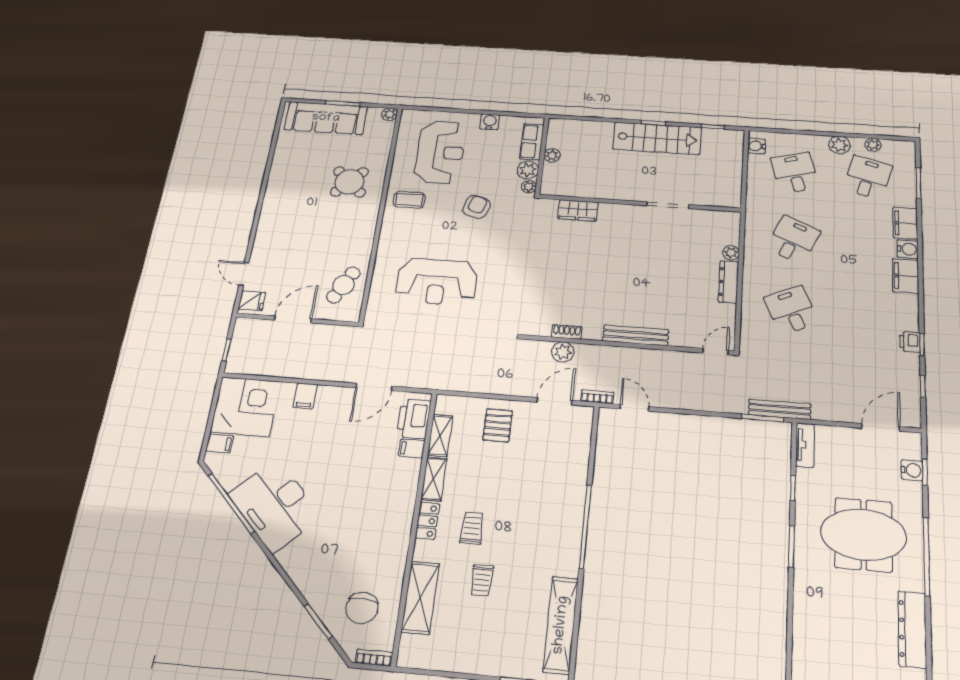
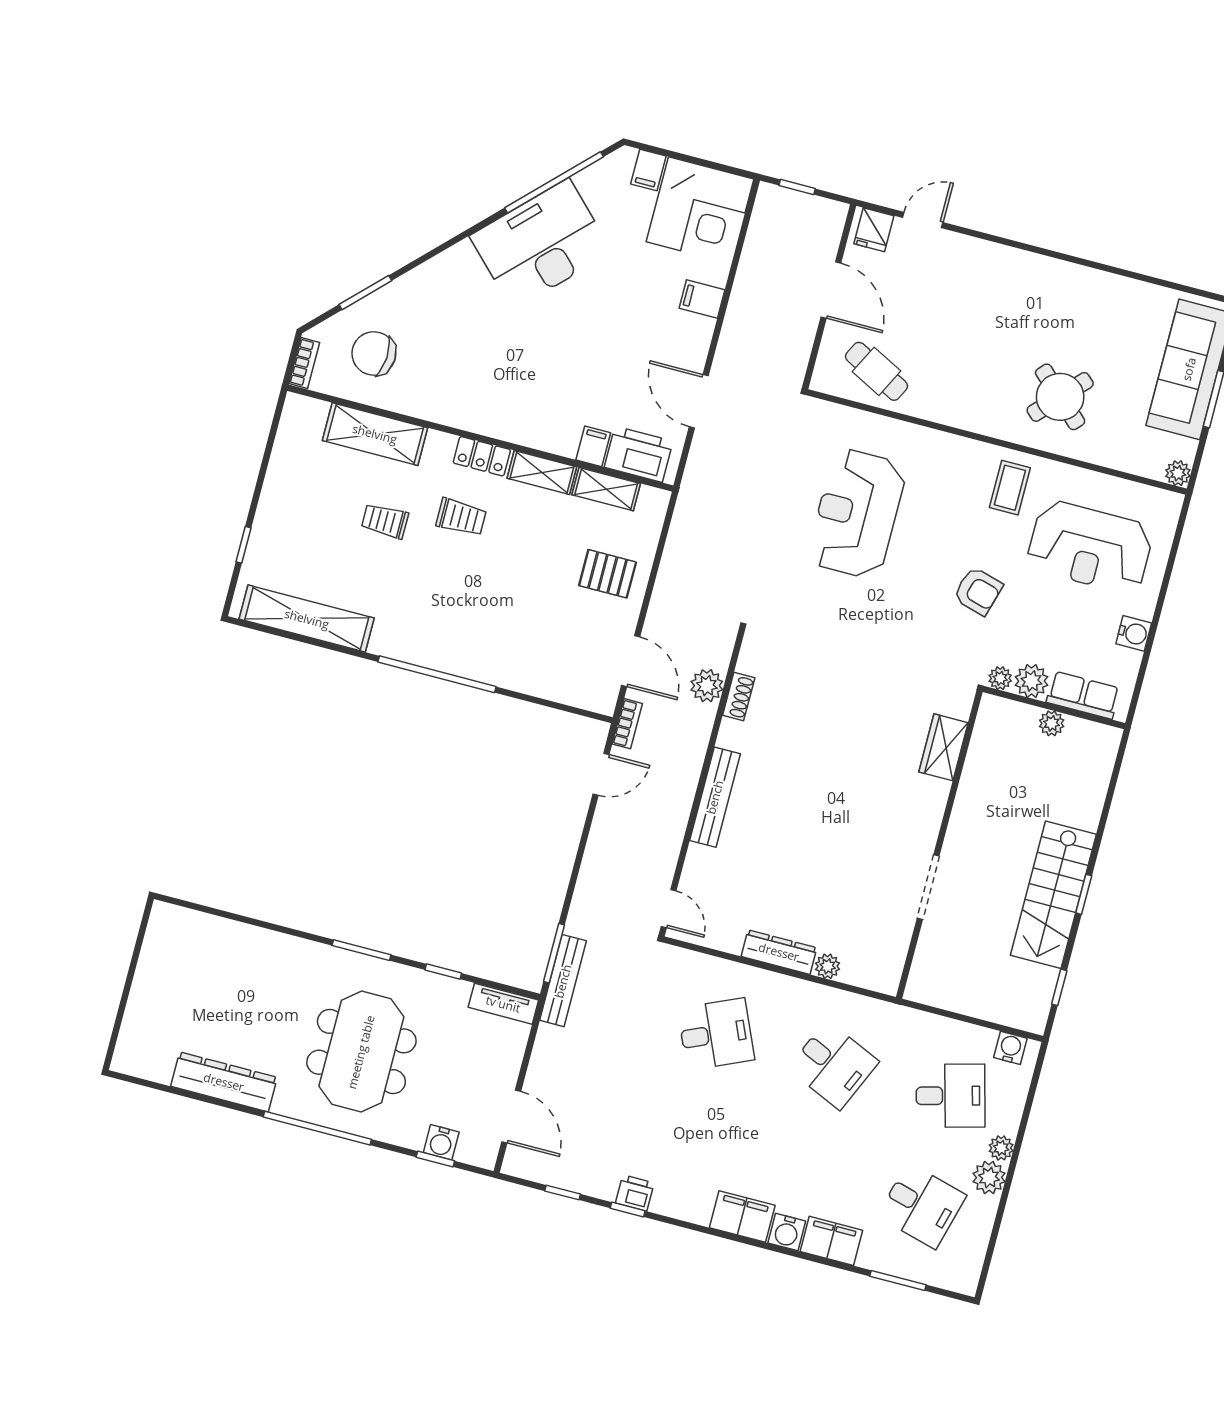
plant: (873, 145) -> (1001, 1148), moved

